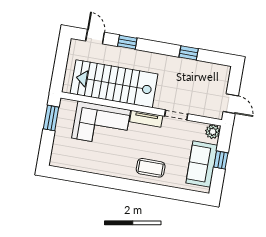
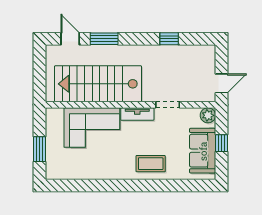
window: (127, 42) -> (104, 39), width x1.50
door: (231, 104) -> (221, 83), hinge flipped
window: (51, 118) -> (39, 149), moved

